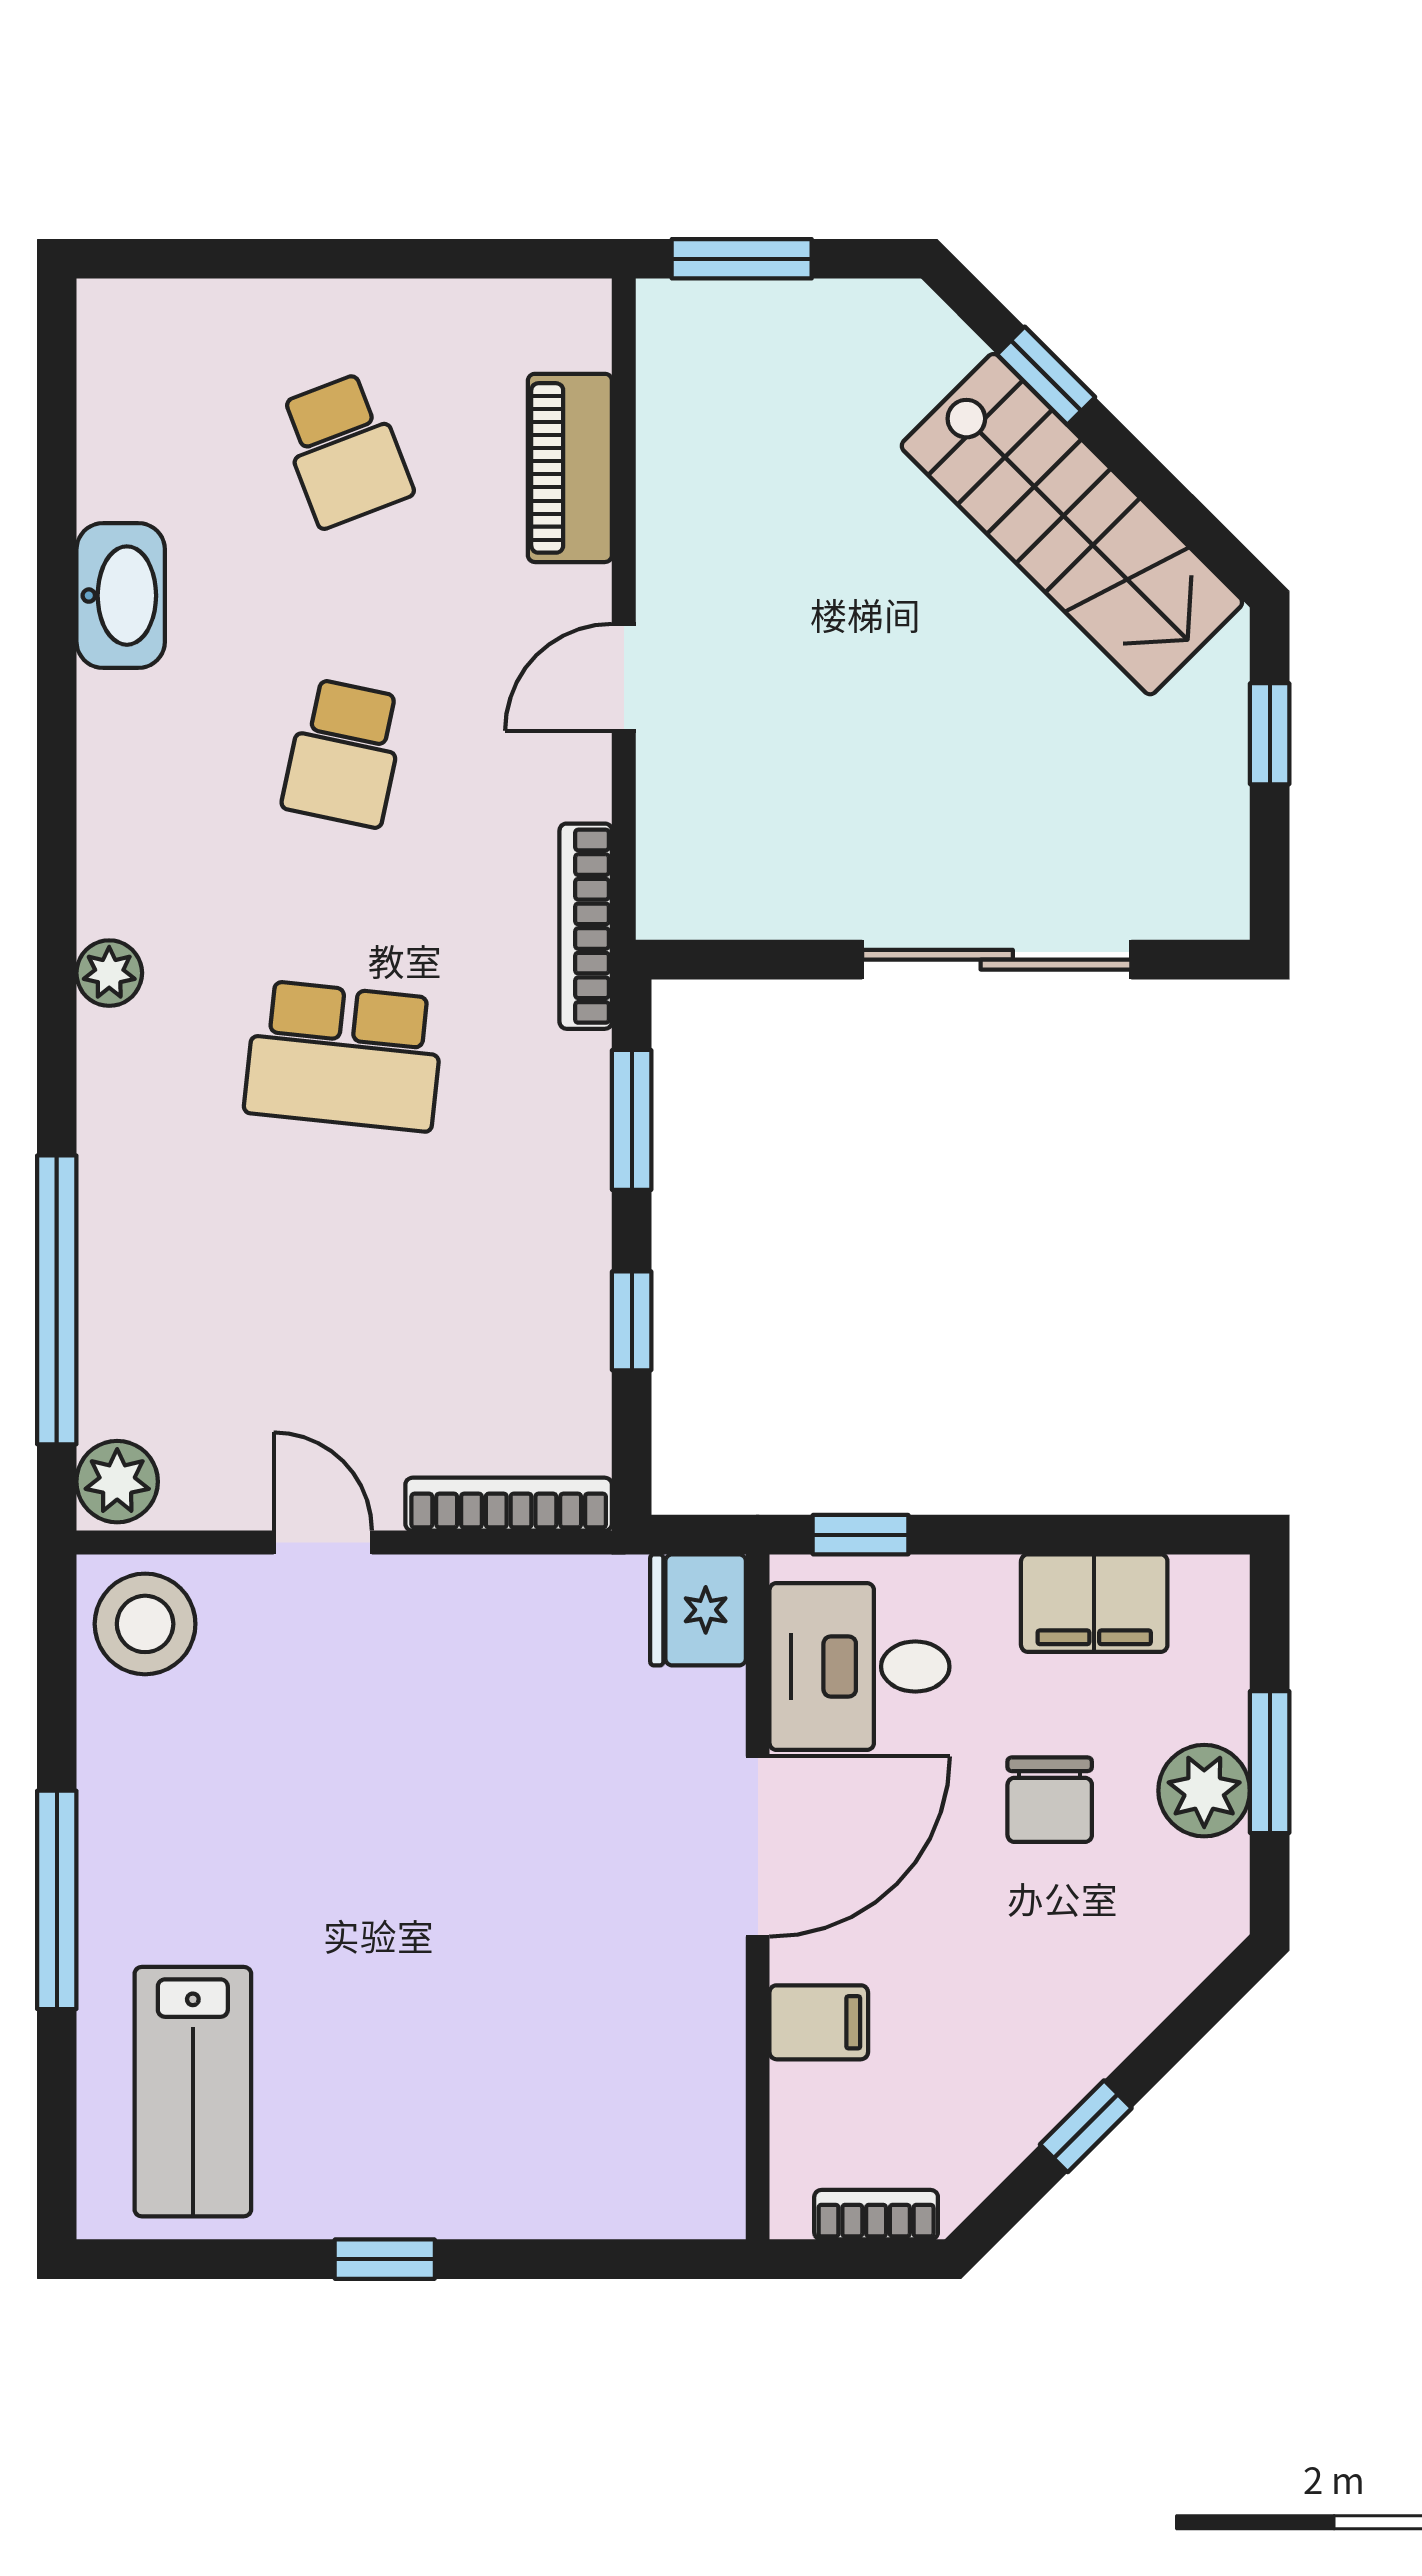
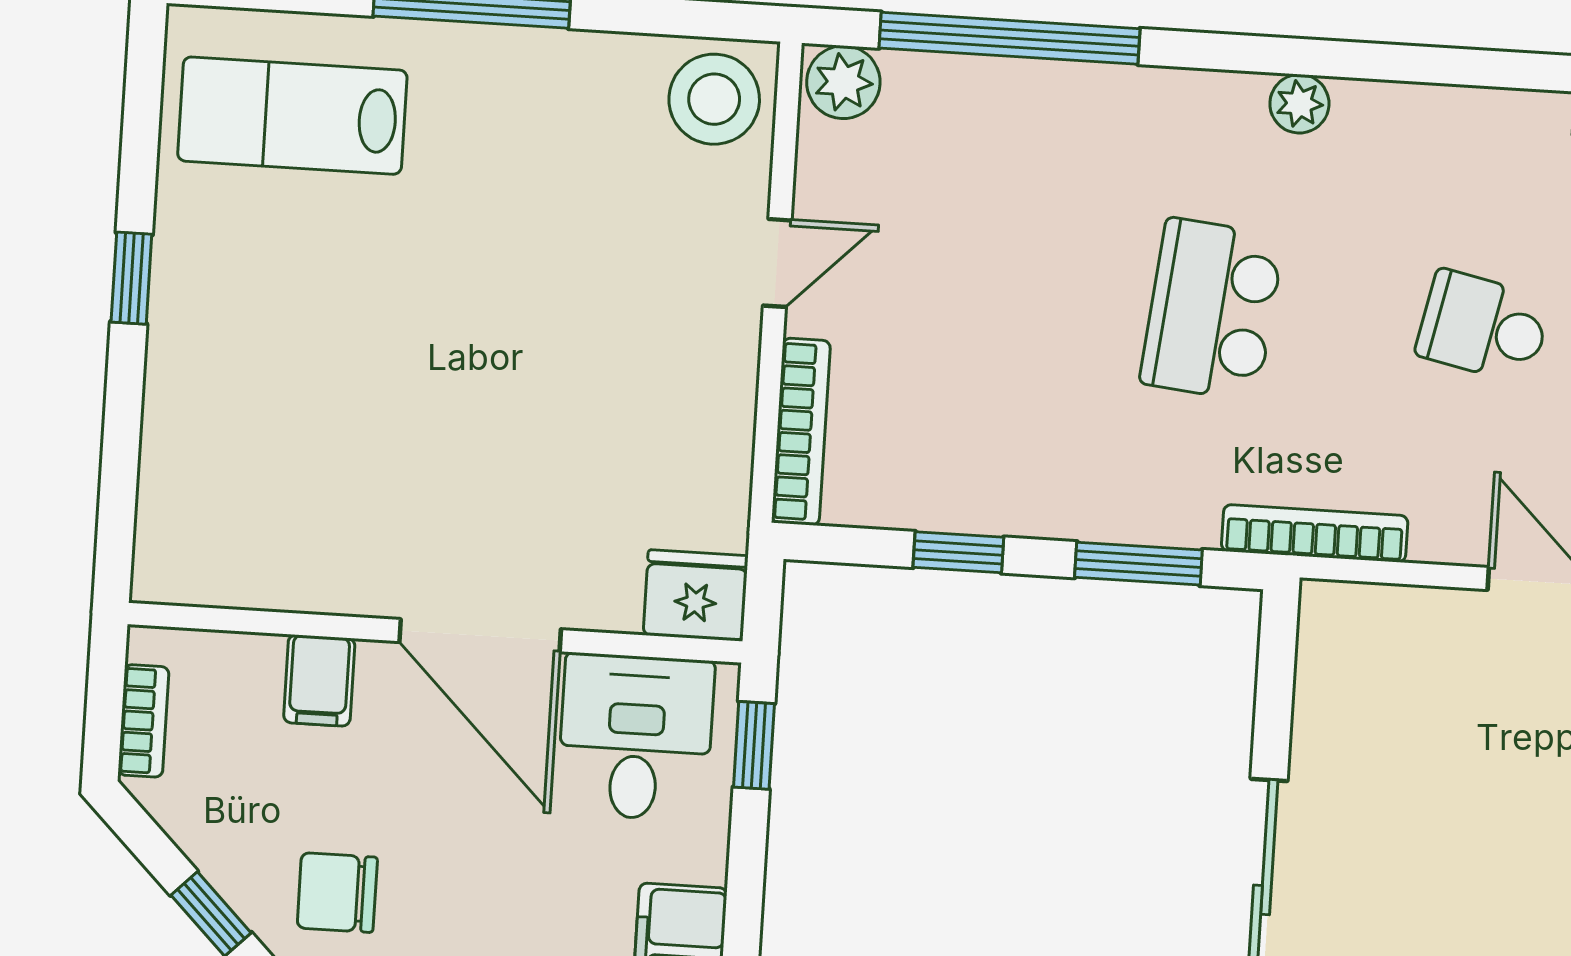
chair: (1050, 1800) -> (337, 893), moved

